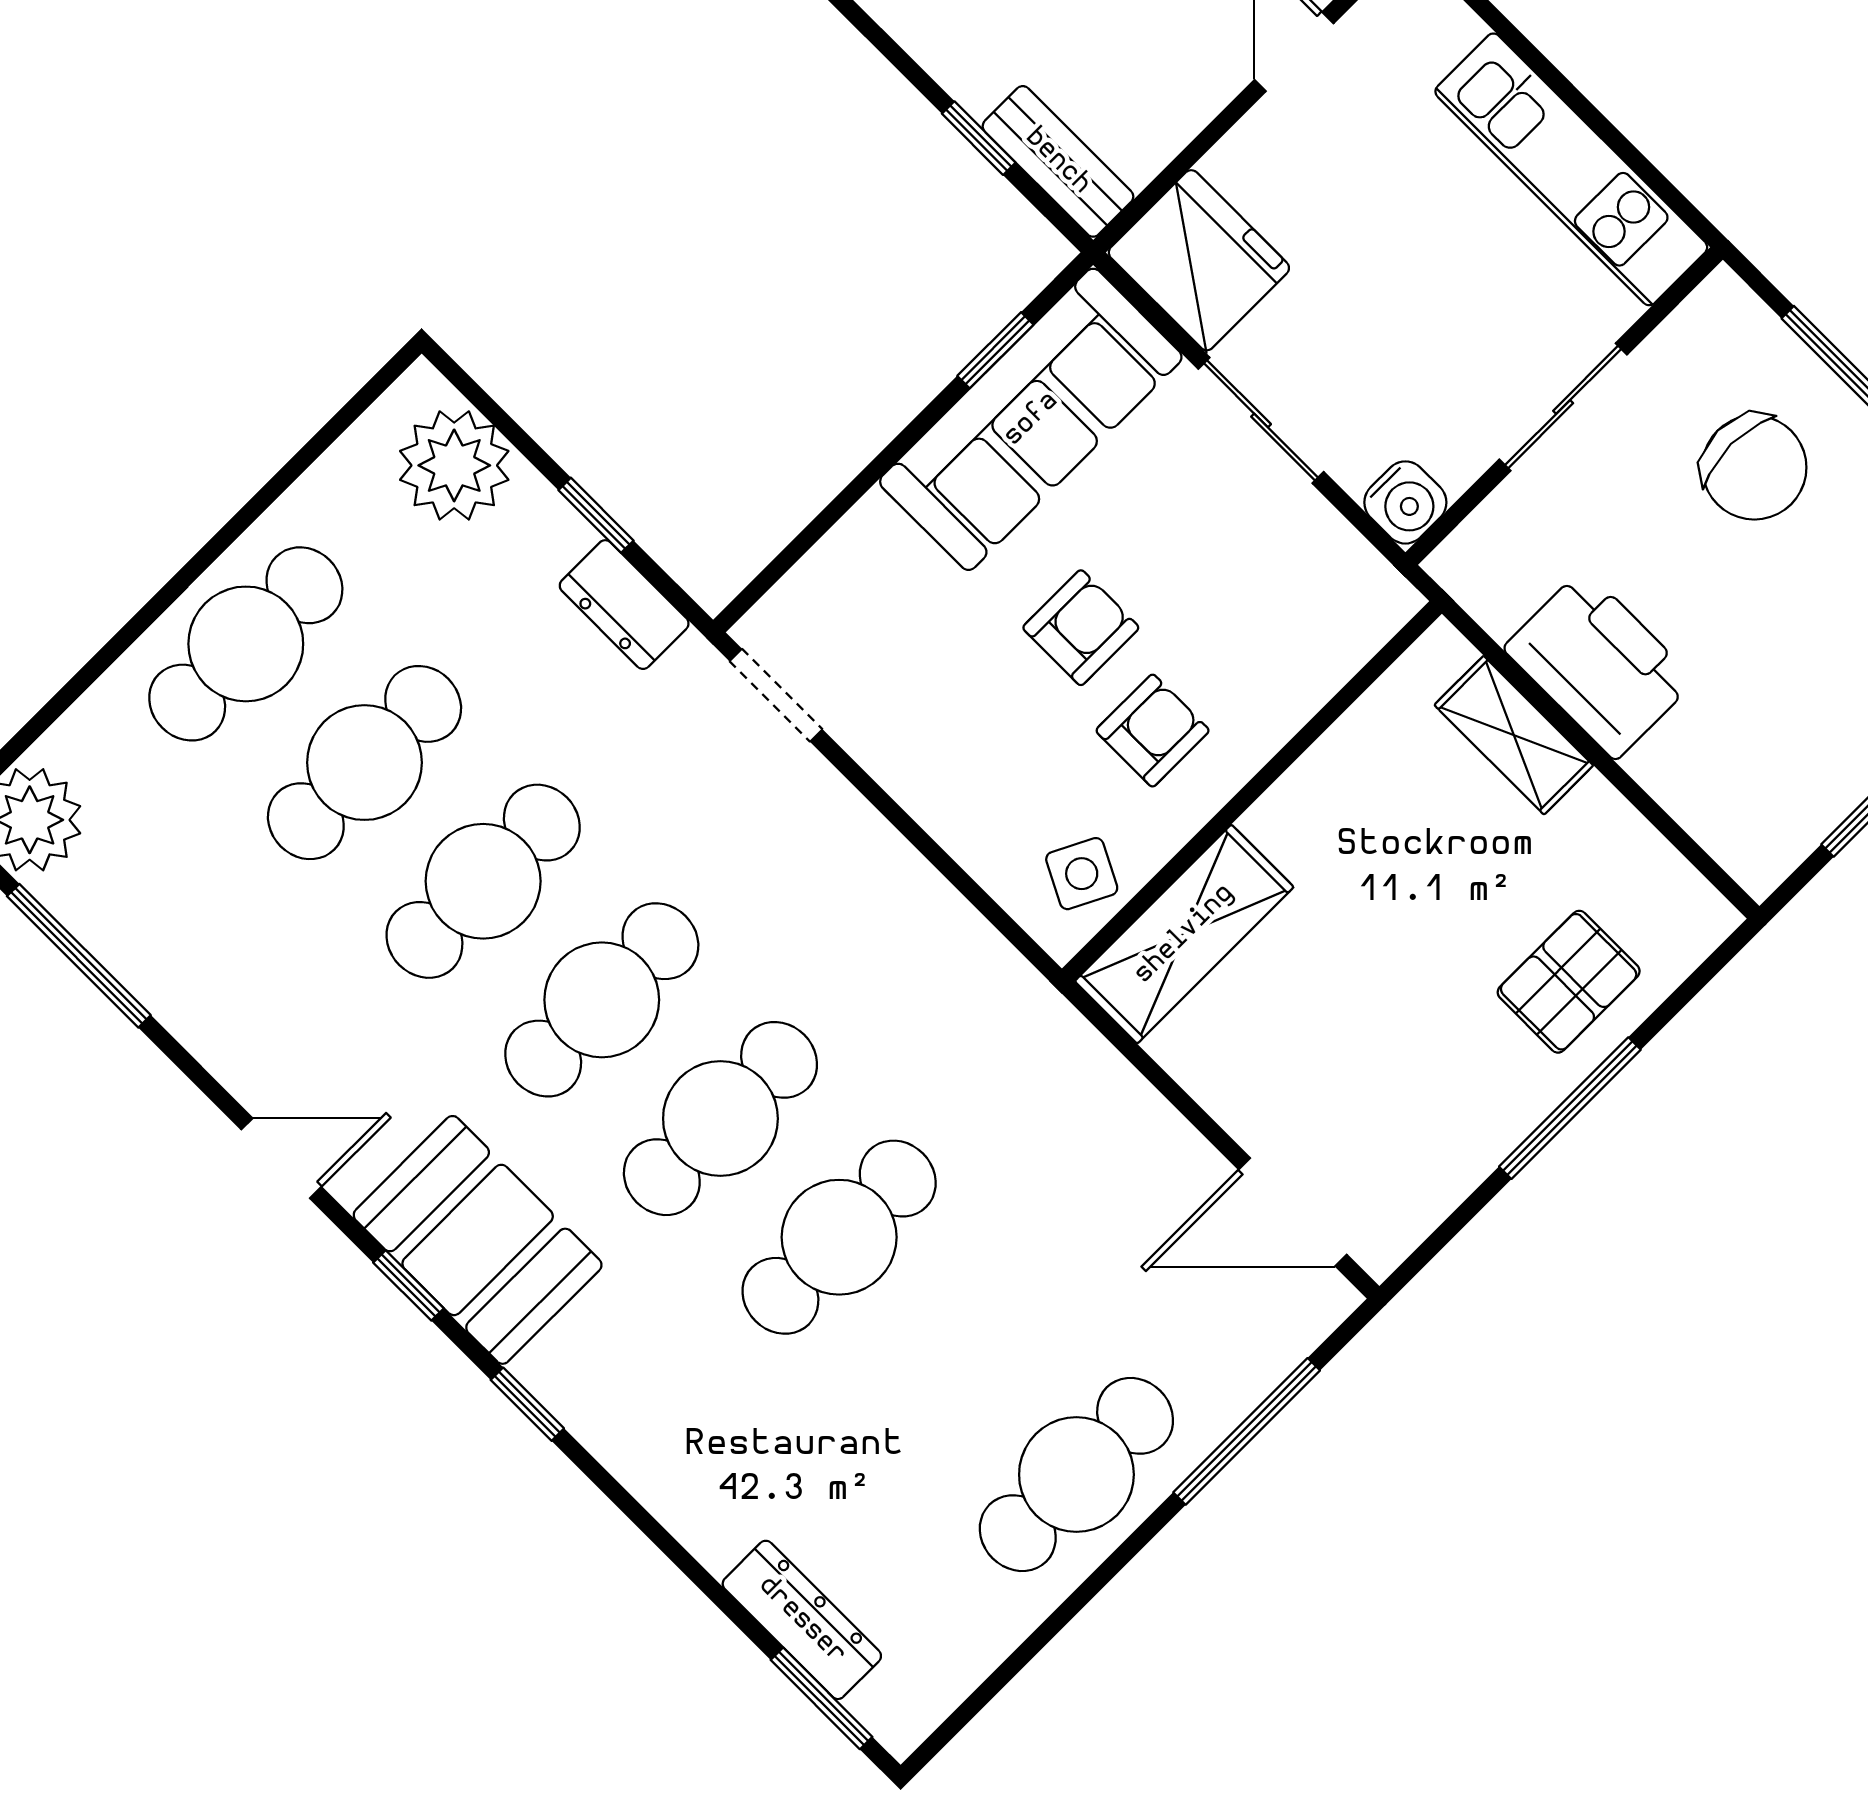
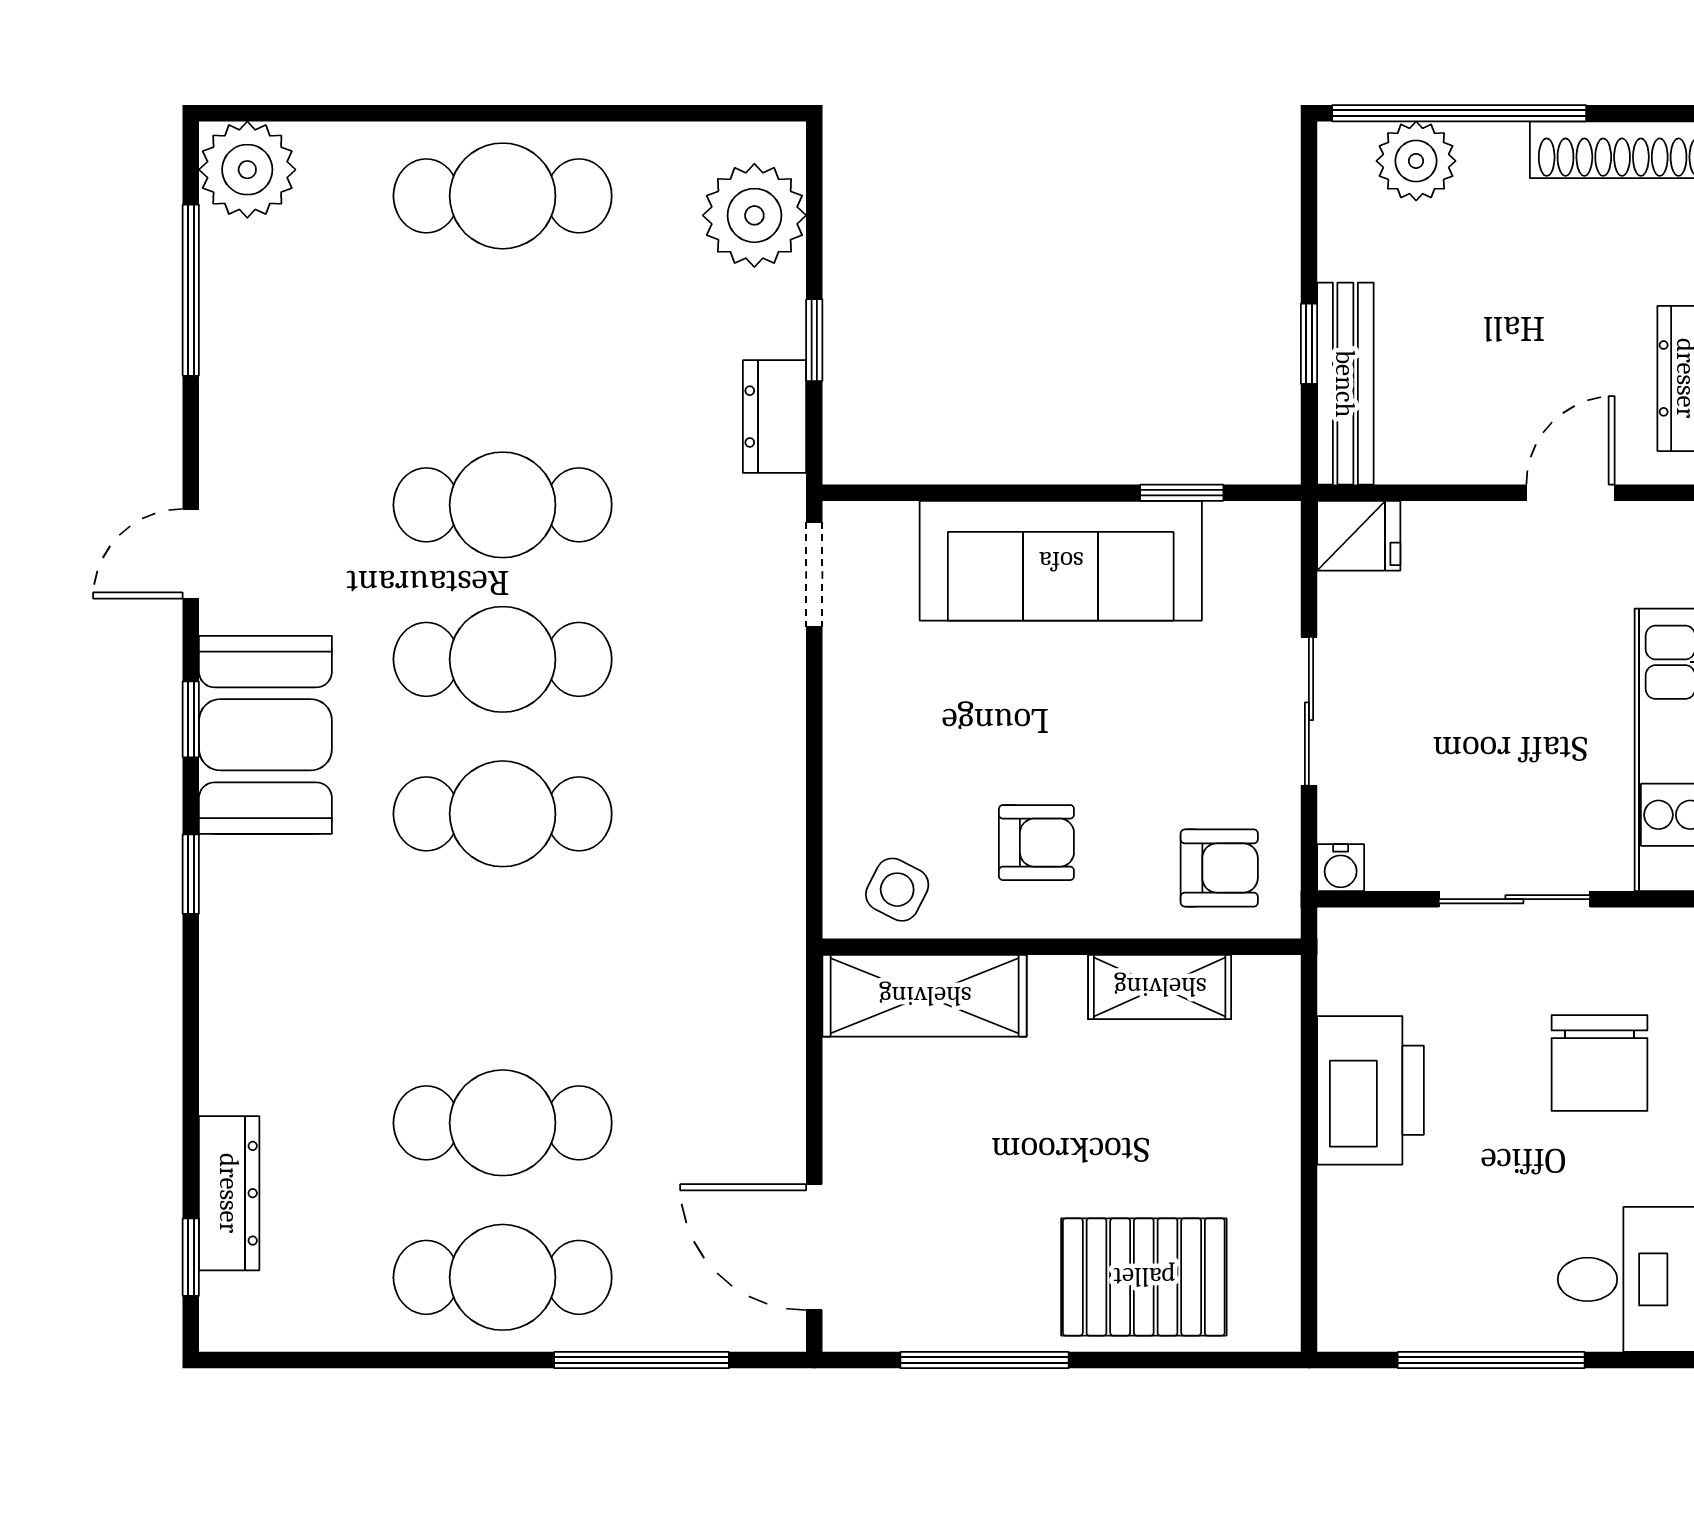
bench: (1058, 161) -> (1345, 384), width x1.36
fridge: (1199, 260) -> (1359, 536), width x0.53, depth x0.75
sofa: (1031, 419) -> (1061, 561), moved
water cooler: (1405, 502) -> (1341, 868), width x0.72, depth x0.72
armchair: (1081, 628) -> (1219, 868), moved
shelving: (1514, 735) -> (1160, 987), moved, turned 90
cafe table: (364, 763) -> (503, 350), removed
pallet: (1569, 982) -> (1144, 1277), width x1.50, depth x1.42
window: (1570, 1108) -> (984, 1360), moved
door: (281, 1158) -> (191, 554), swing flipped
cafe table: (839, 1237) -> (503, 1123), moved
window: (821, 1698) -> (191, 1257), width x0.67

